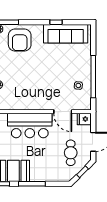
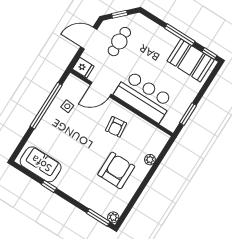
sofa: (66, 34) -> (41, 164), width x0.73
armchair: (20, 40) -> (116, 170), moved
armchair: (36, 93) -> (116, 127), added
door: (63, 112) -> (101, 89), swing flipped

